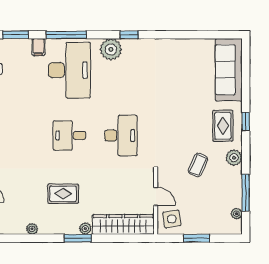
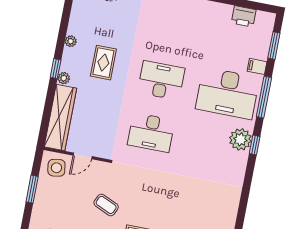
window: (129, 35) -> (255, 145), moved
desk: (69, 136) -> (161, 80), width x1.37
plant: (32, 229) -> (71, 41), moved
window: (78, 238) -> (56, 69), width x0.67

